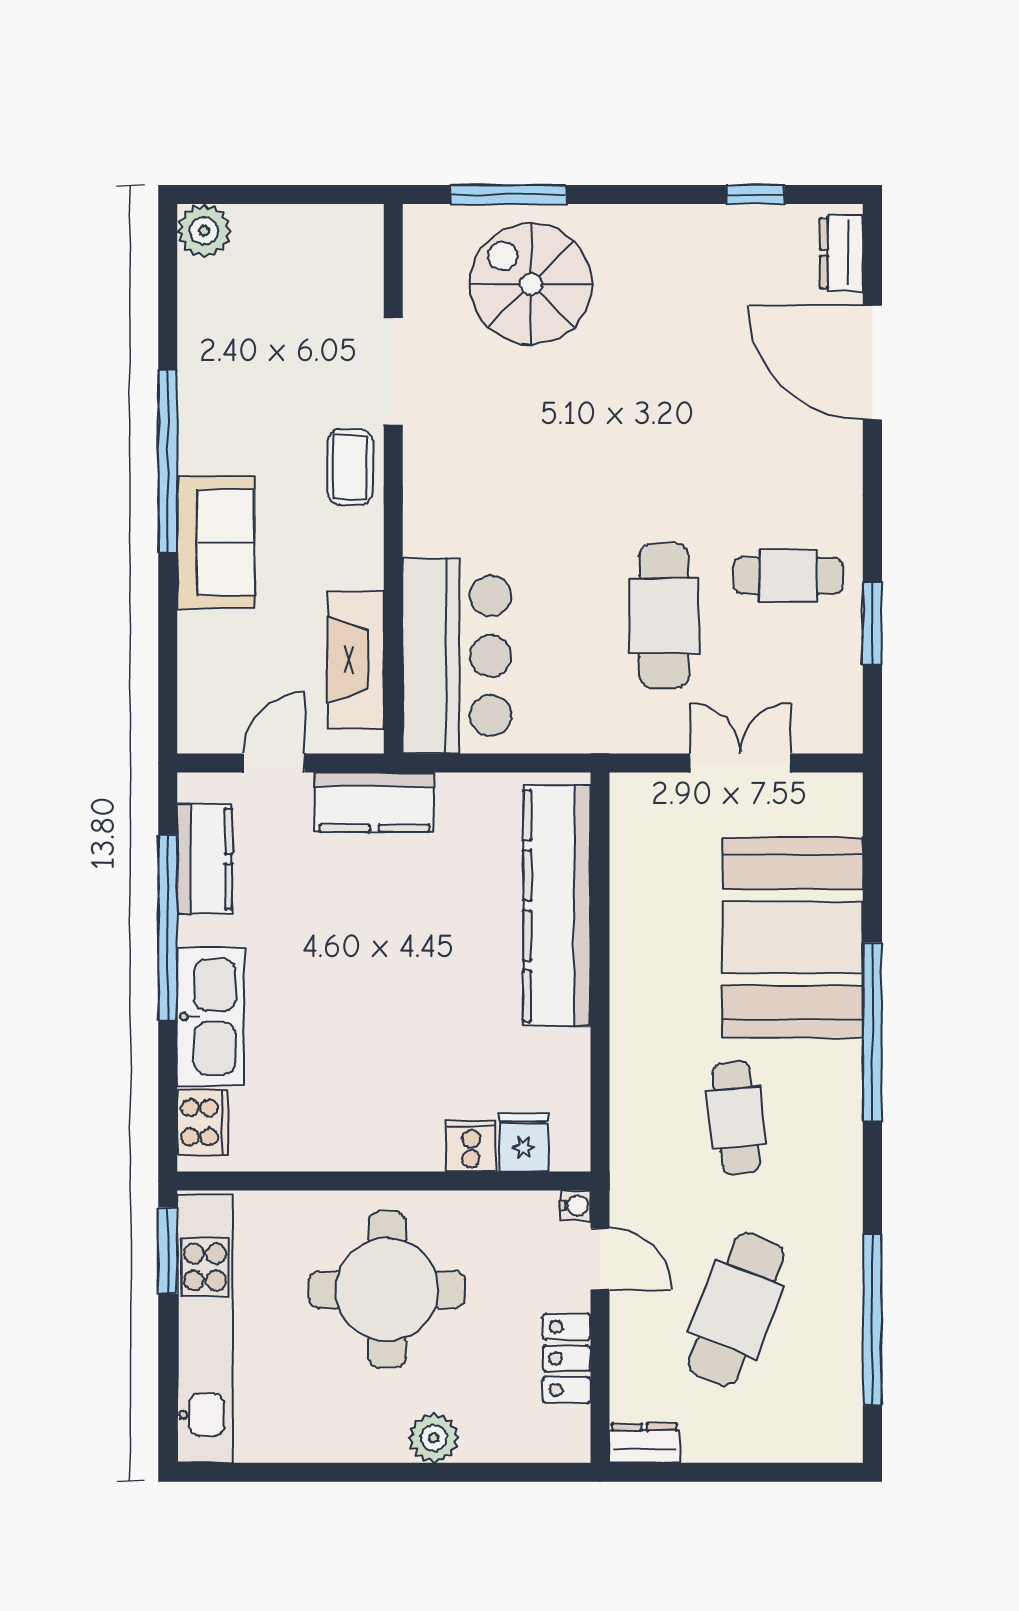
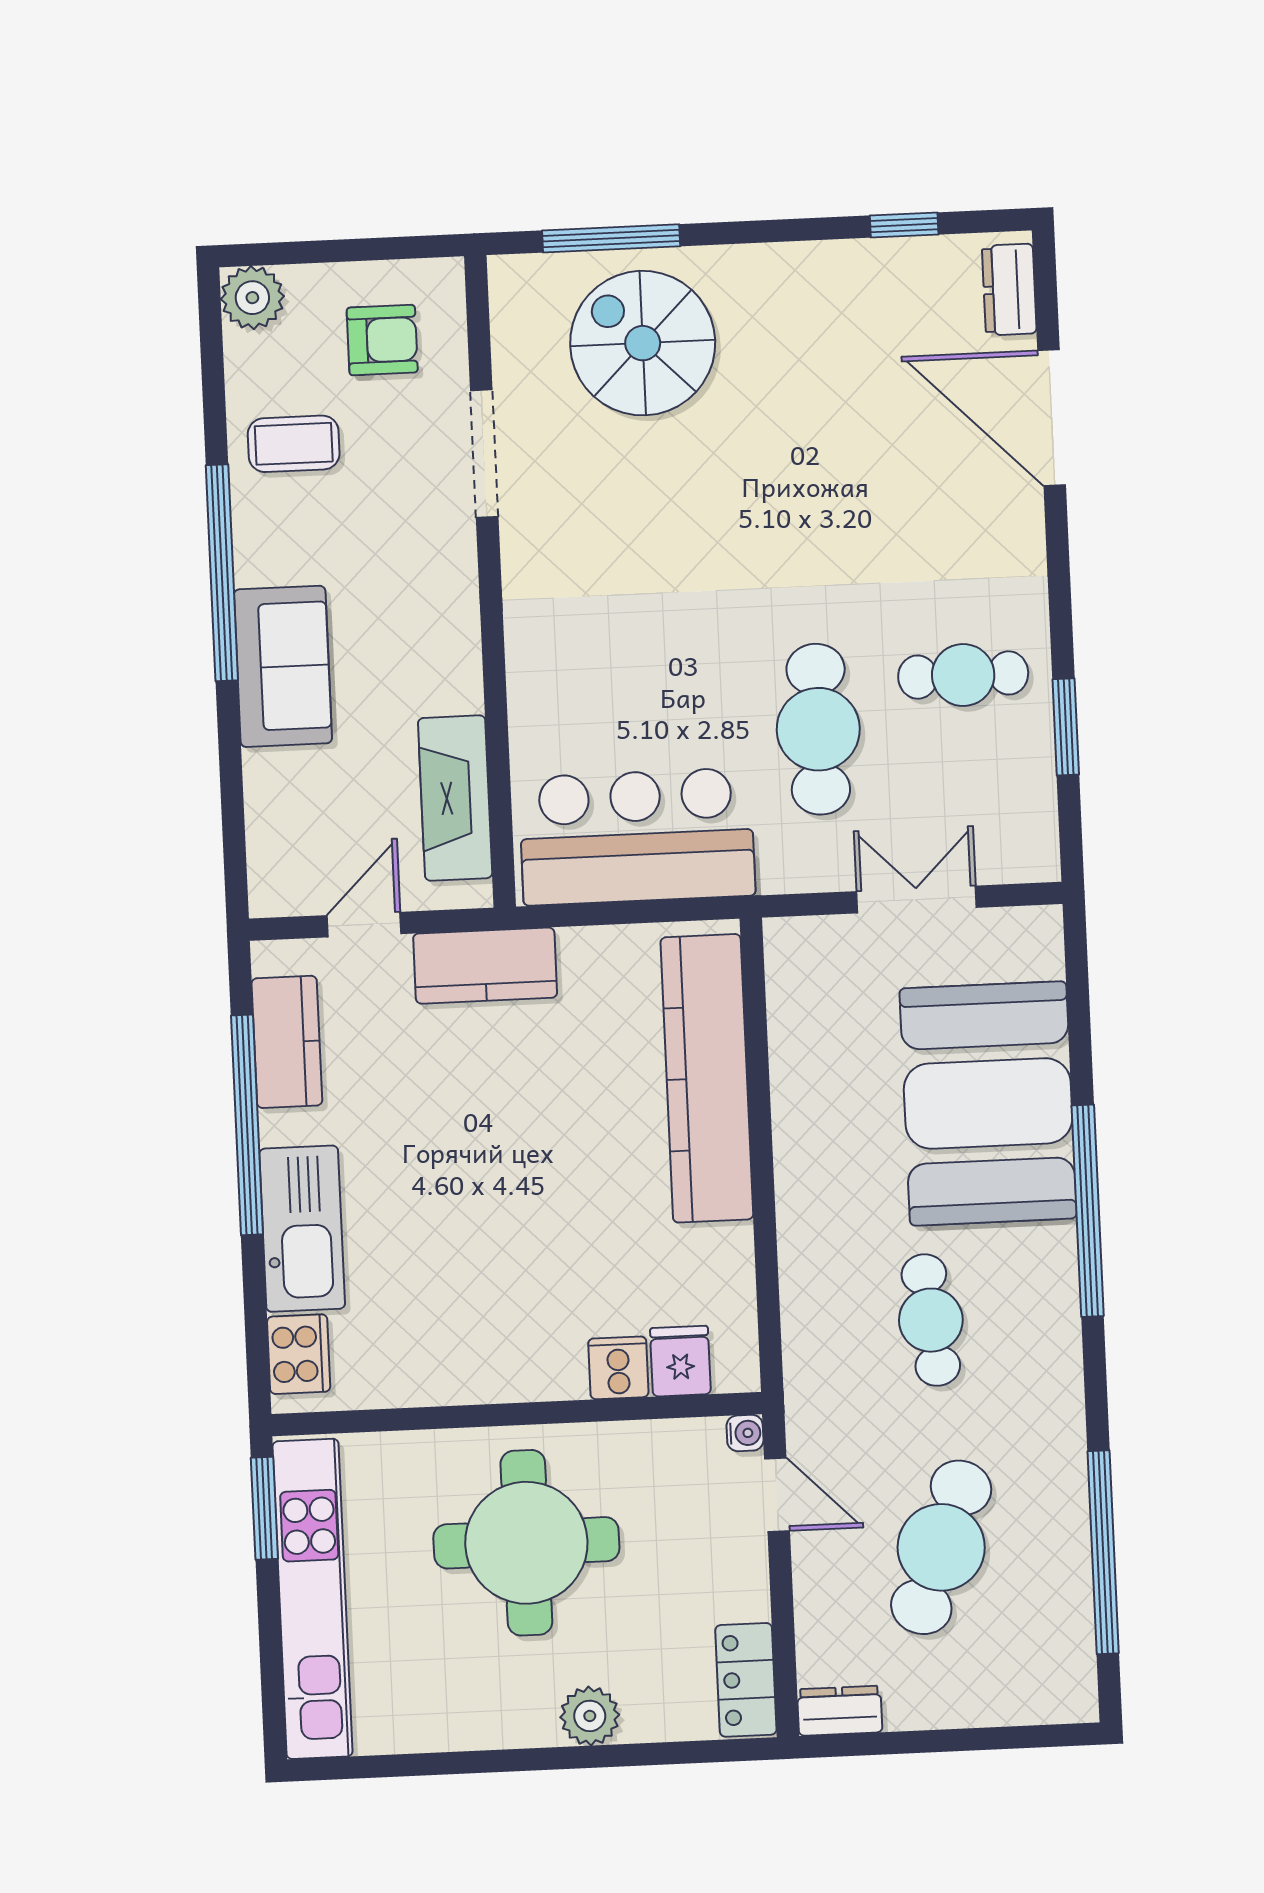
armchair: (312, 272) -> (382, 340), added
coffee table: (350, 467) -> (294, 444), moved, turned 90
bar counter: (457, 656) -> (637, 837), moved, turned -90
locker: (567, 1358) -> (746, 1680), moved

